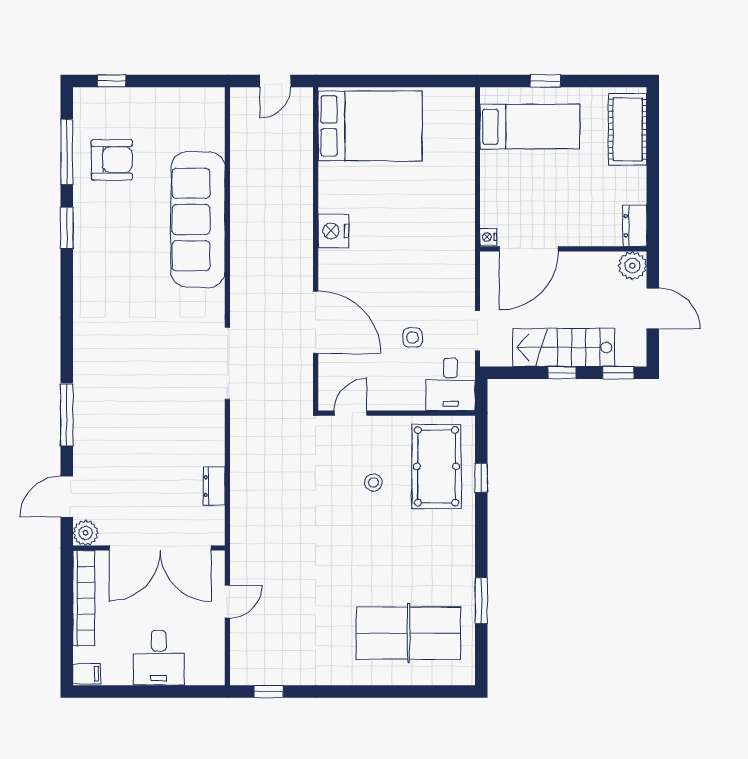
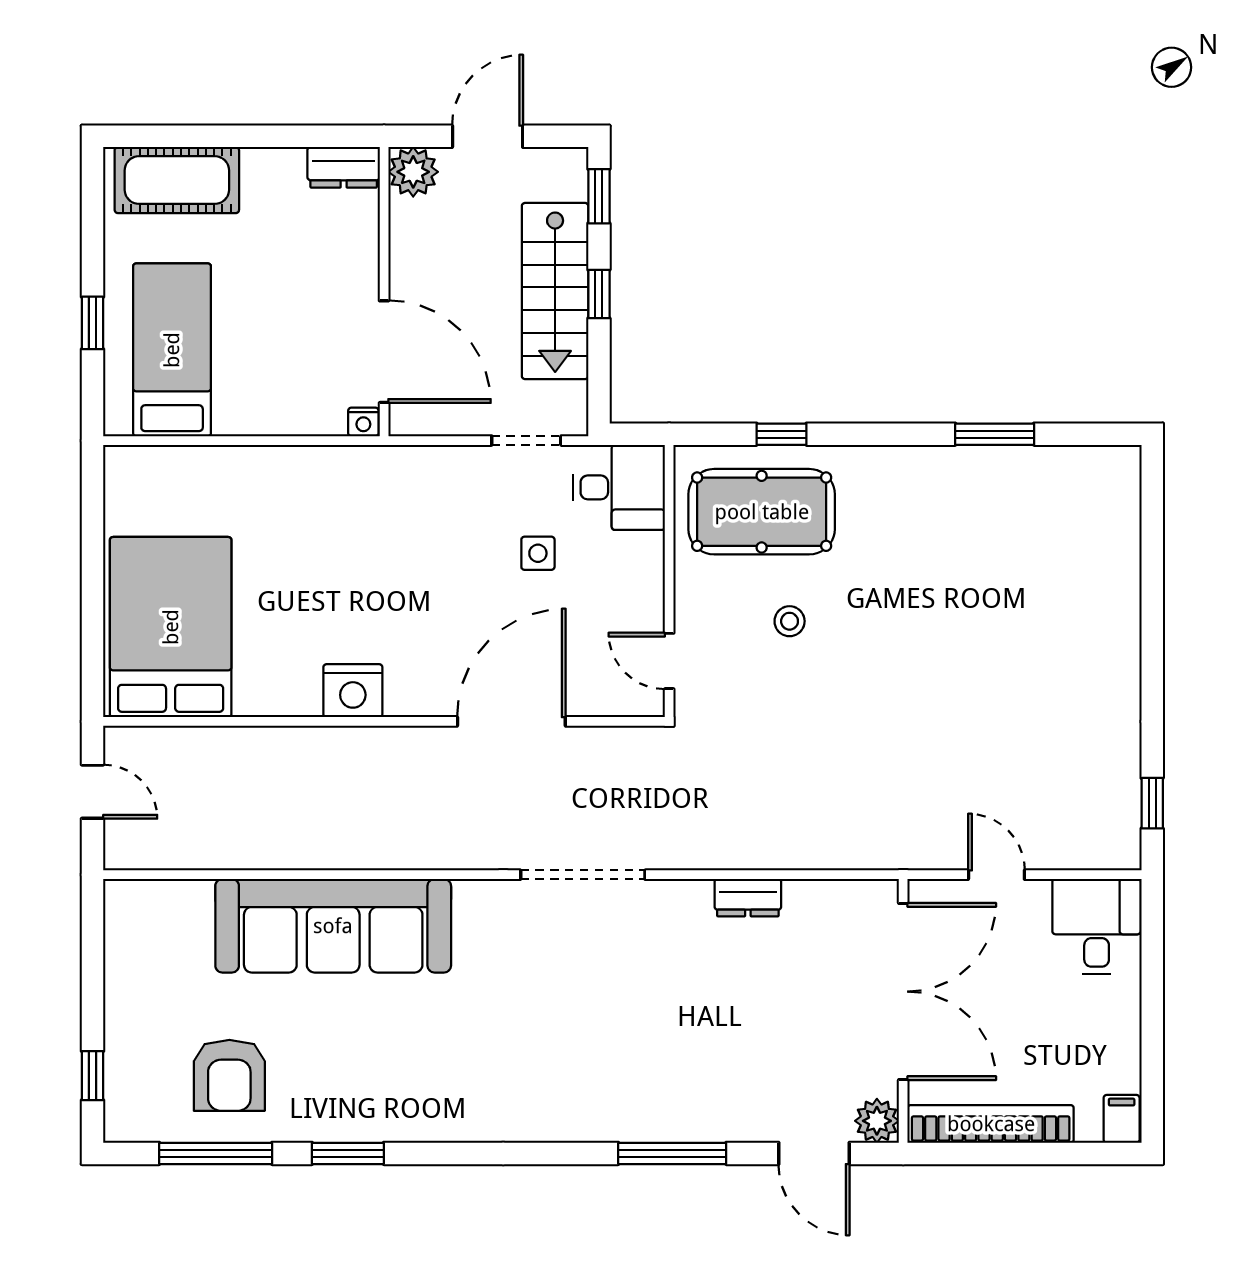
armchair: (112, 160) -> (229, 1075), turned 180
dresser: (214, 486) -> (748, 898), moved
table tennis table: (408, 633) -> (1051, 560), removed
desk: (159, 658) -> (1097, 927), moved, turned -90

